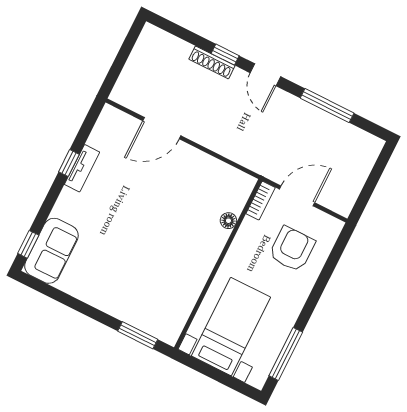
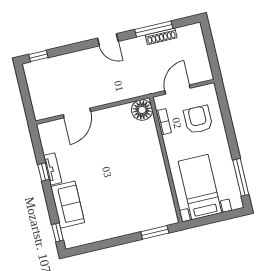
window: (225, 55) -> (38, 56), moved
shoe rack: (212, 62) -> (161, 36), moved
bookcase: (261, 201) -> (164, 122), moved
floor lamp: (228, 221) -> (142, 110), moved, width x1.89, depth x1.89
sofa: (51, 251) -> (68, 205), moved

